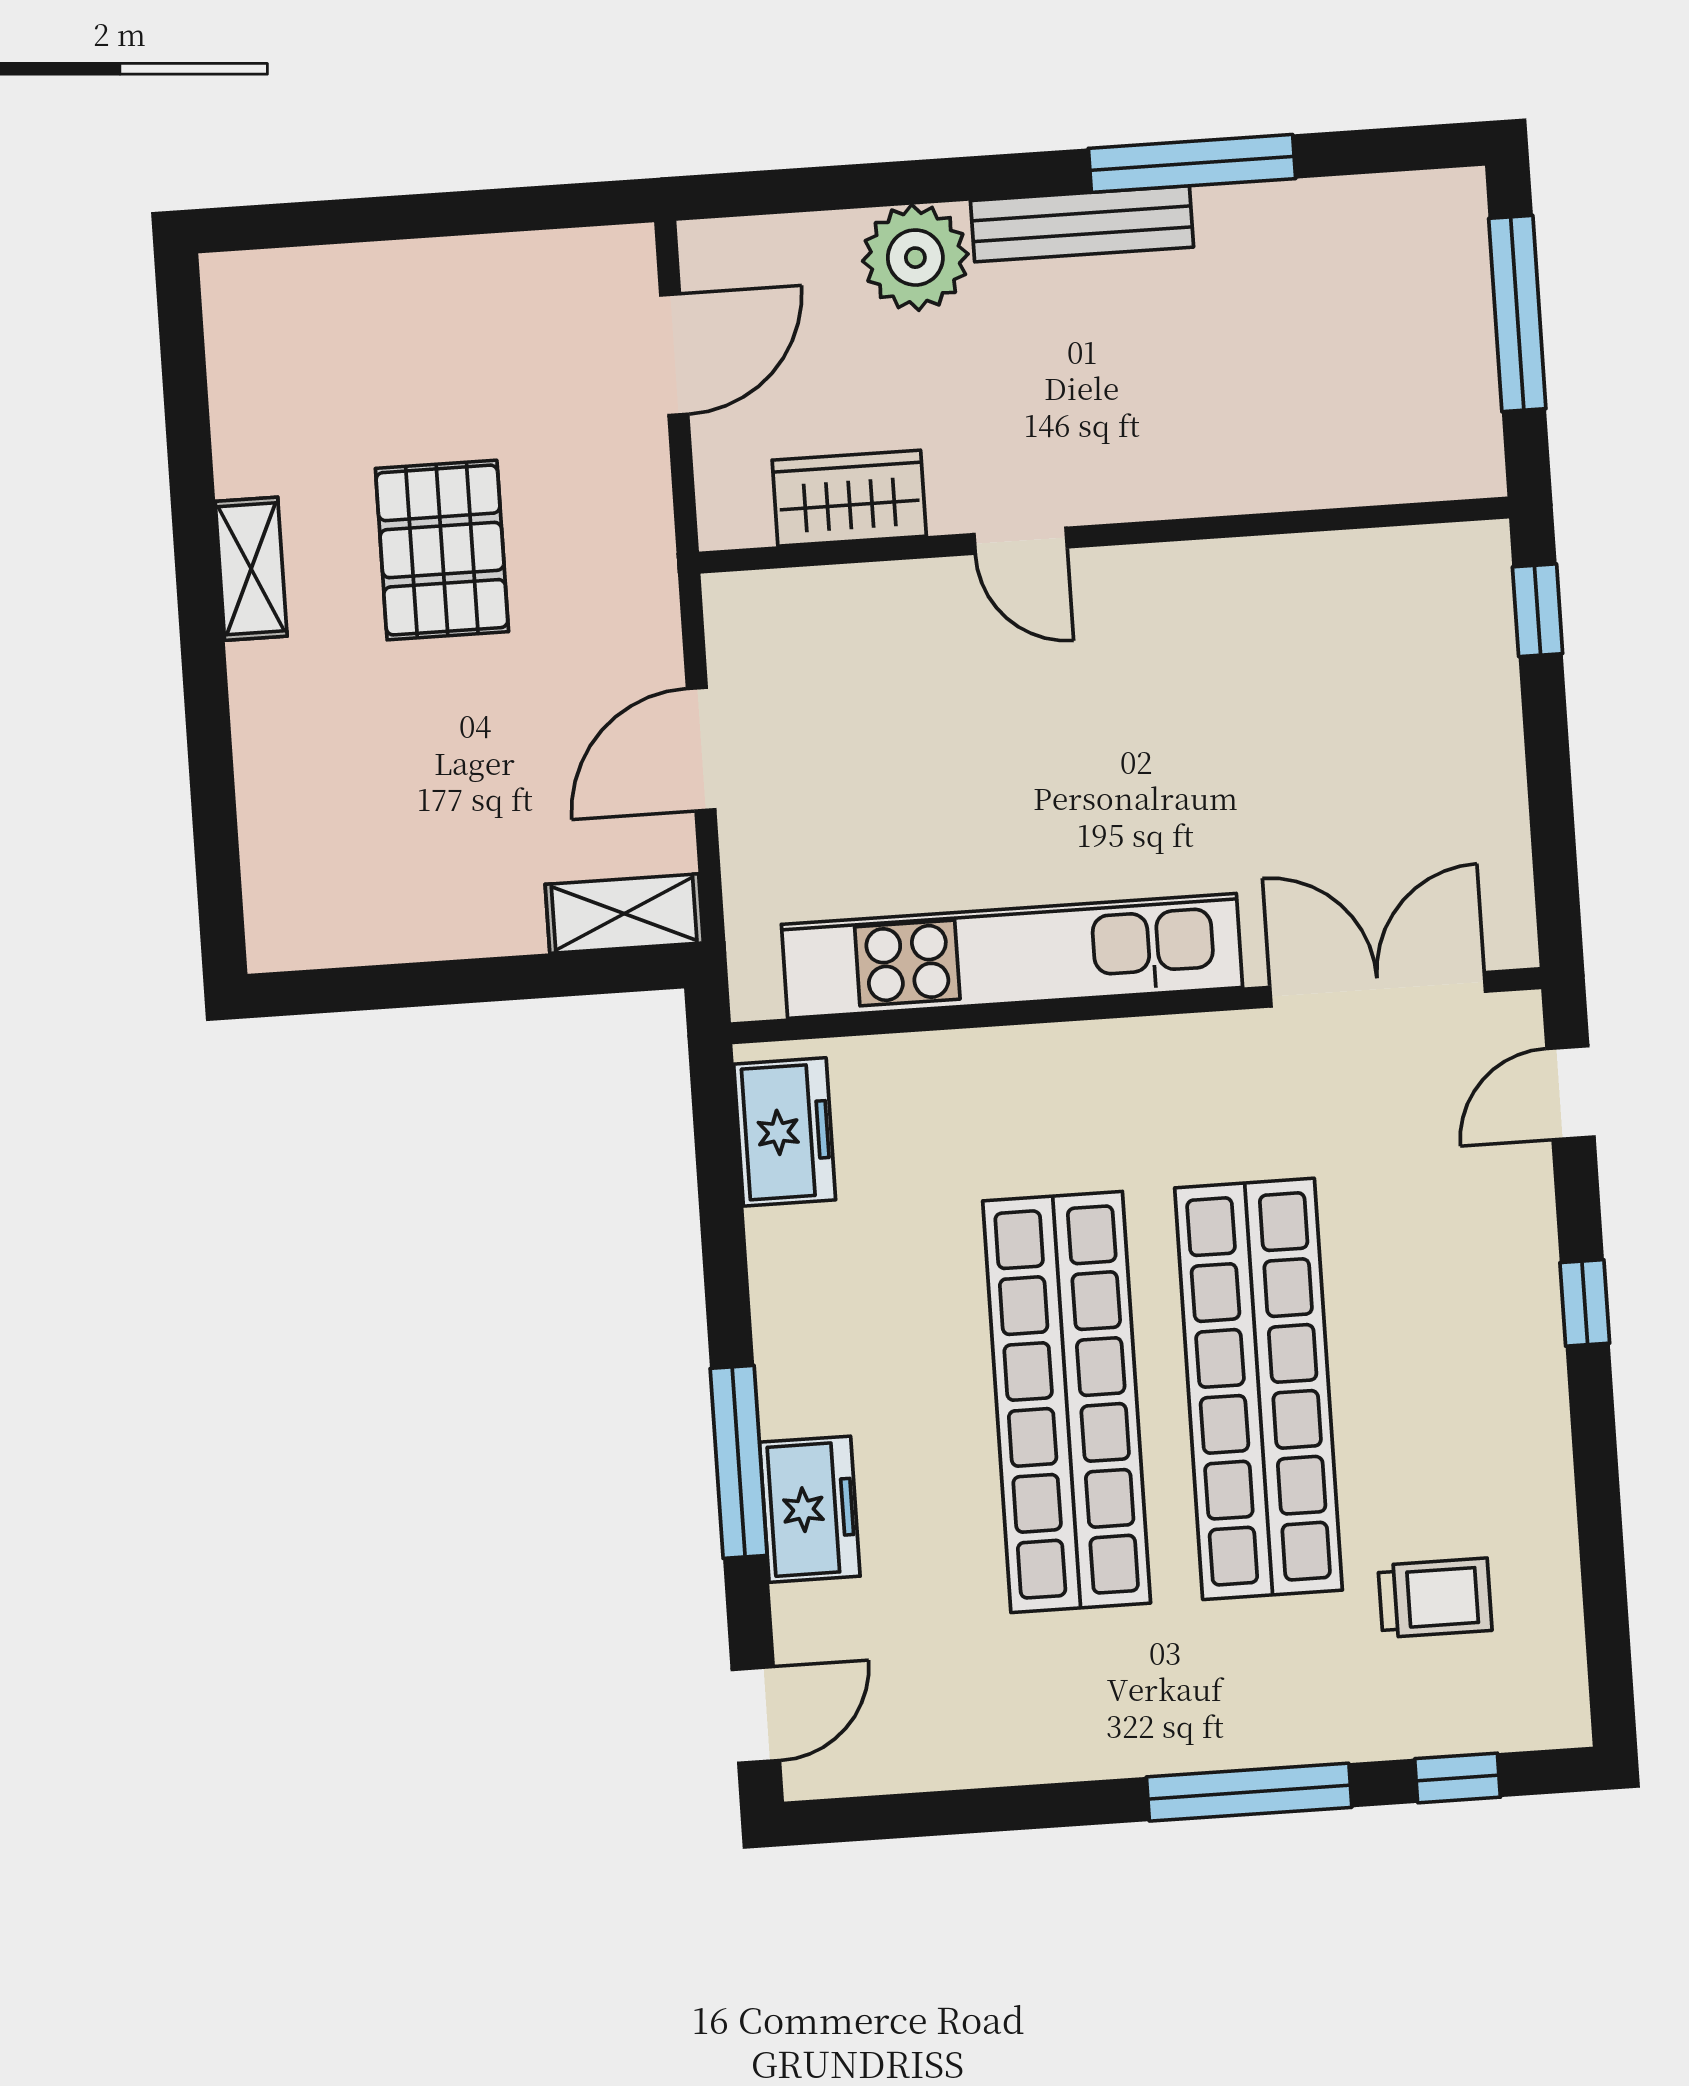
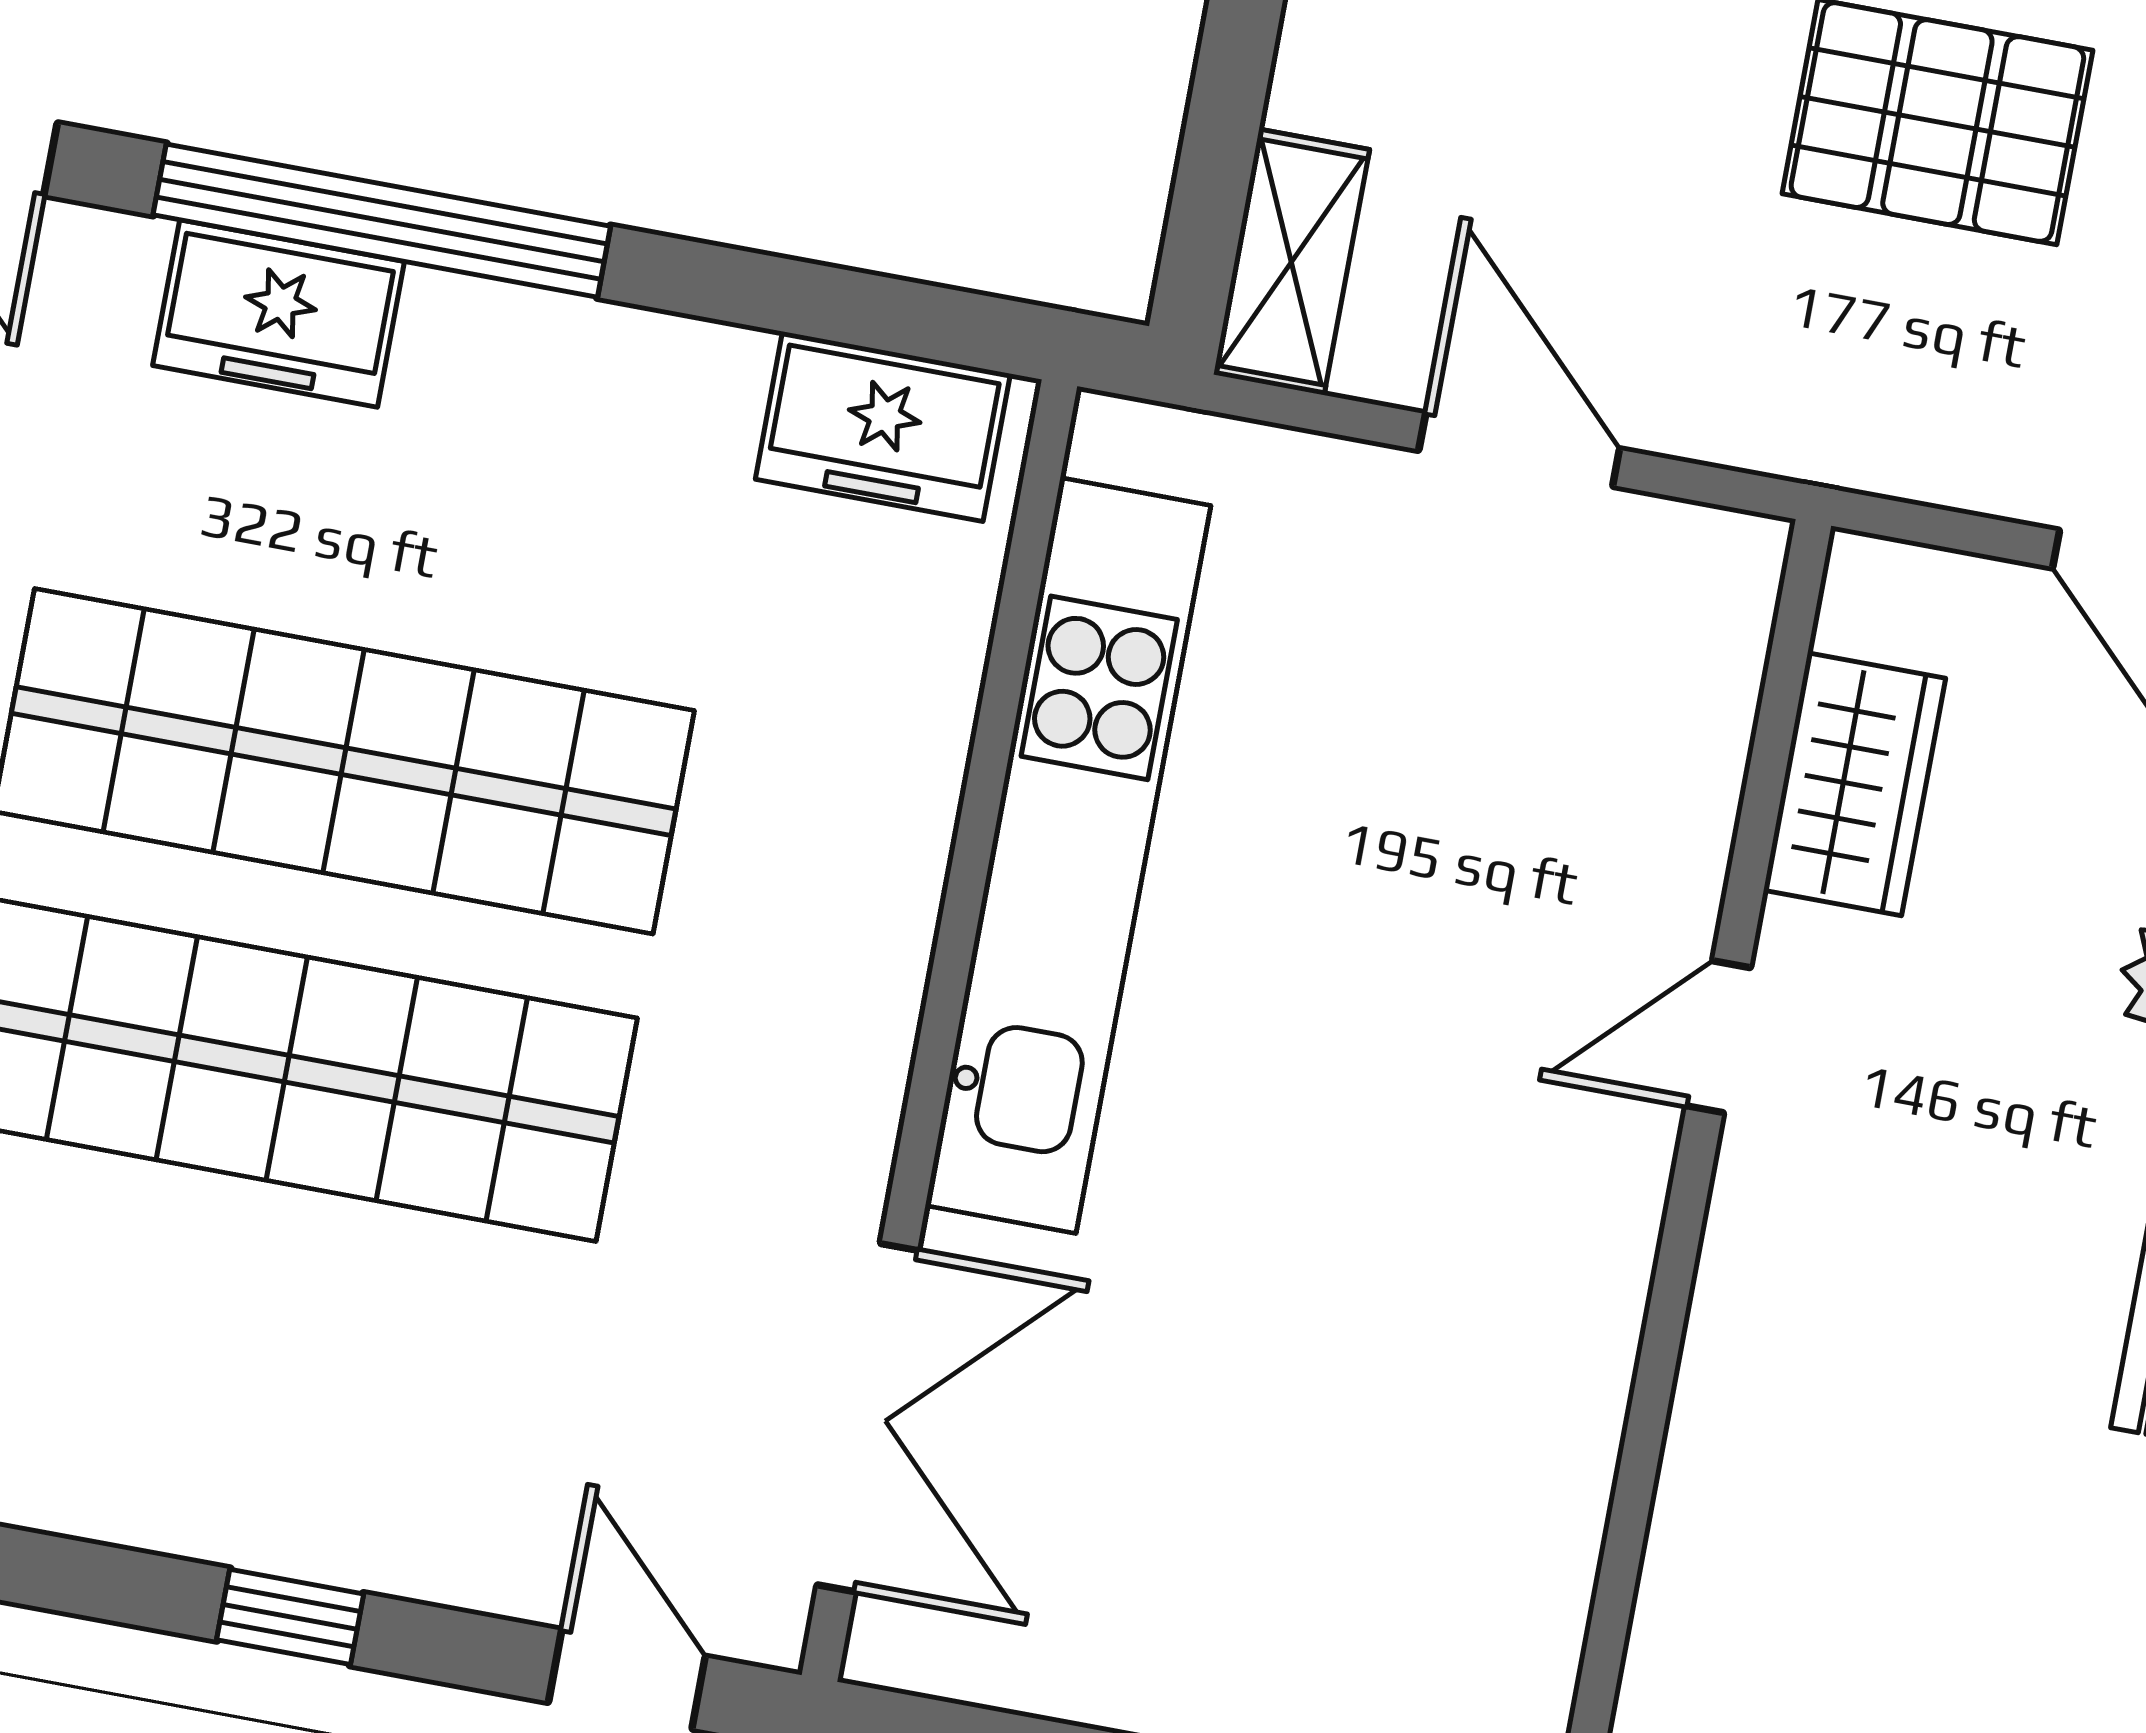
window: (739, 1462) -> (382, 221), width x1.46

